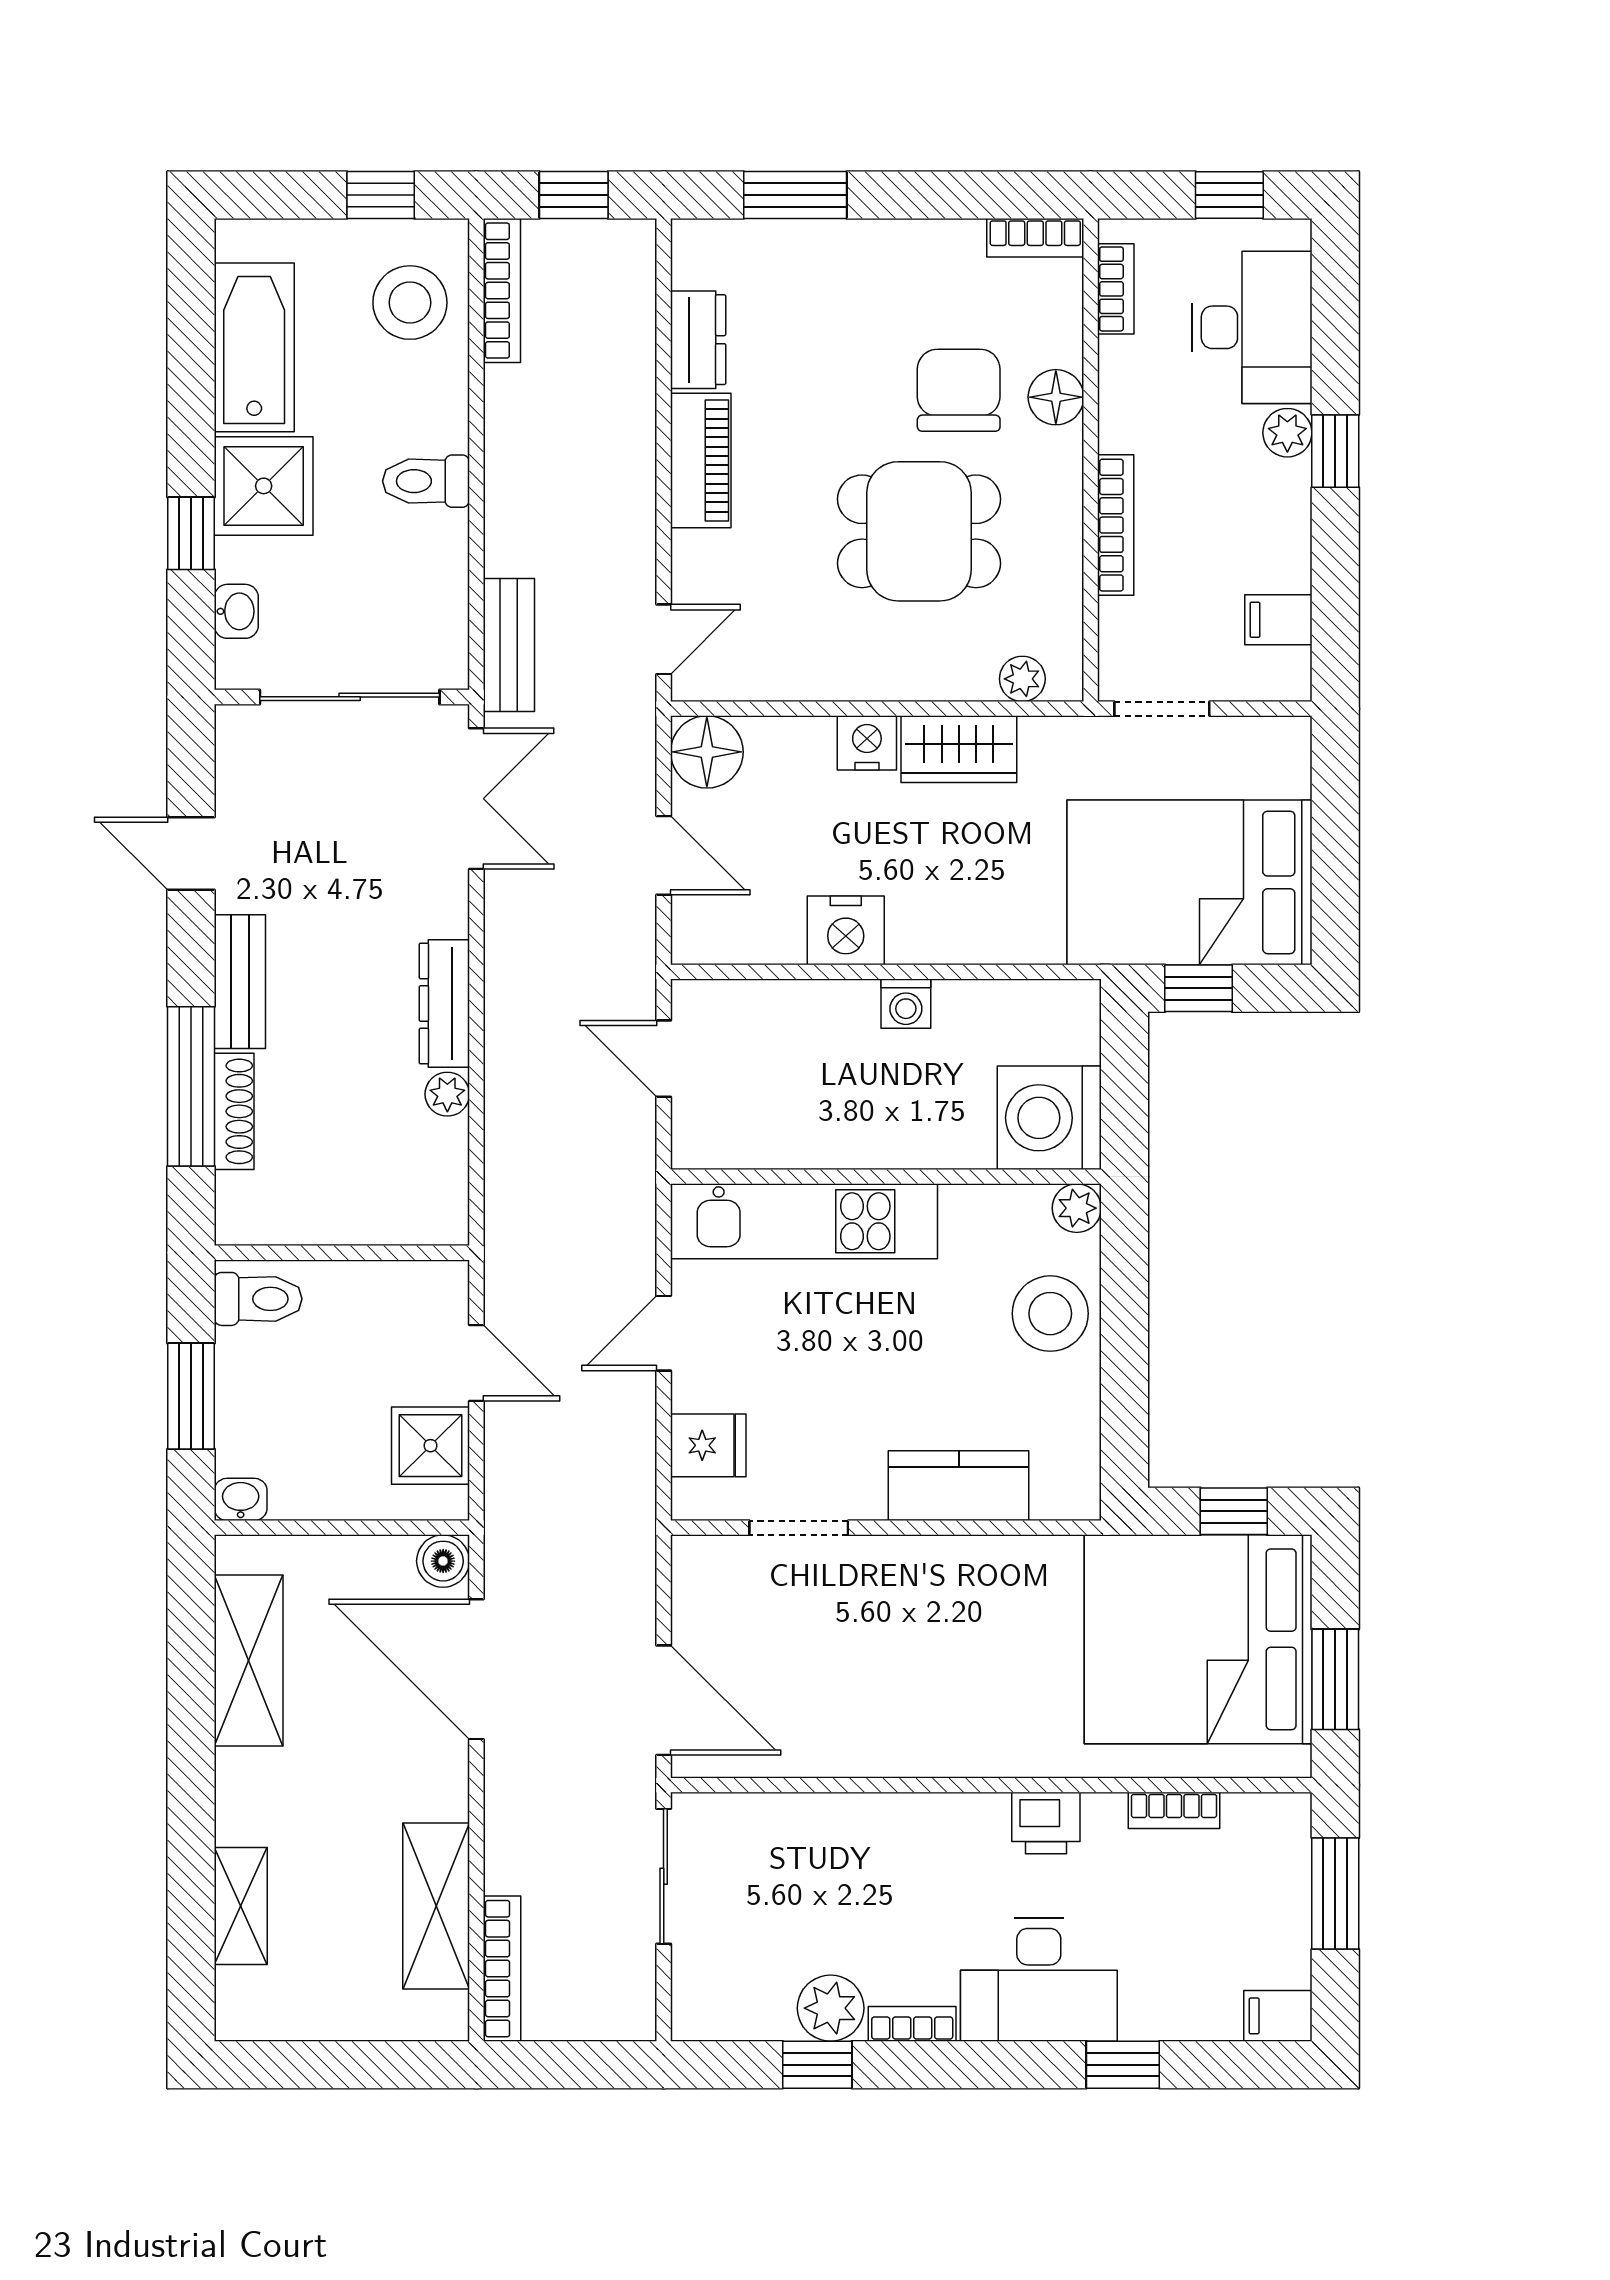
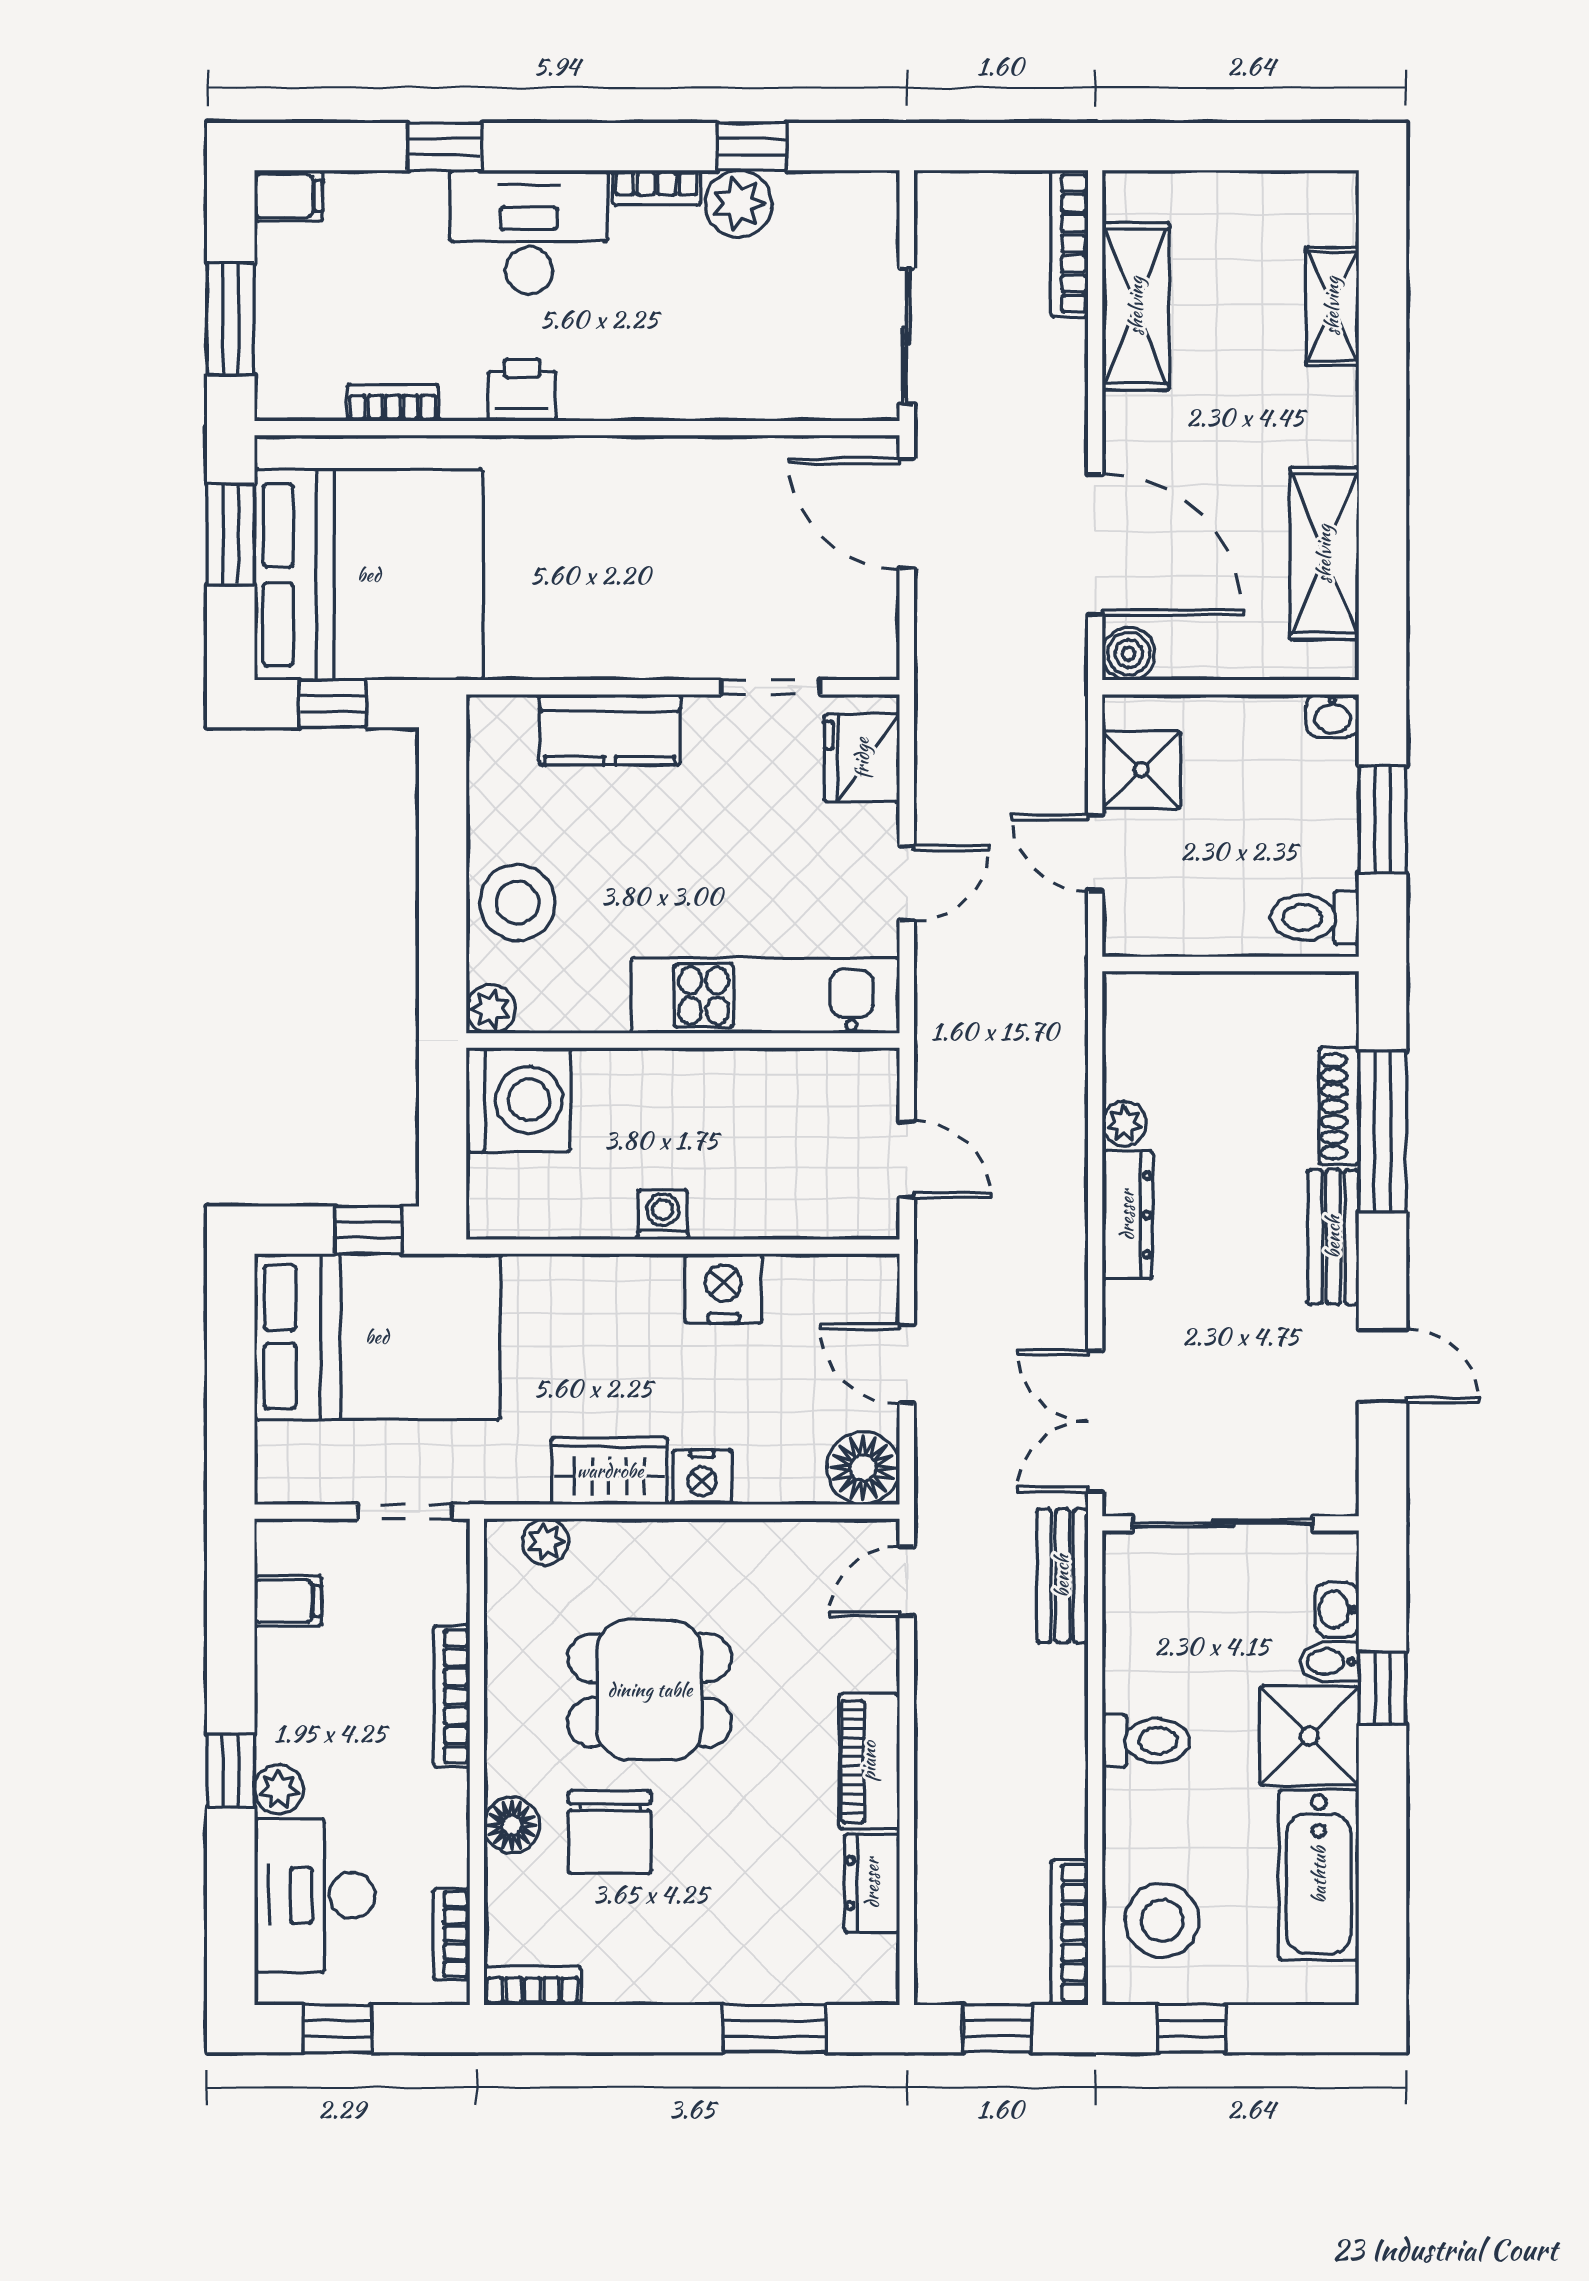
bidet: (243, 560) -> (1330, 1662), added
fridge: (708, 1445) -> (862, 758), width x1.38

